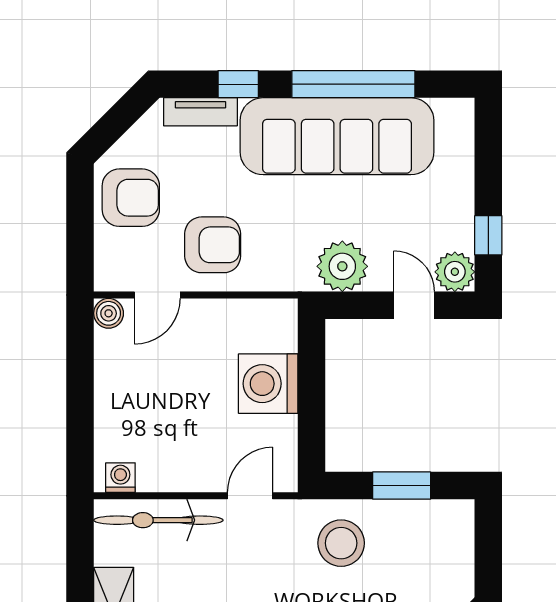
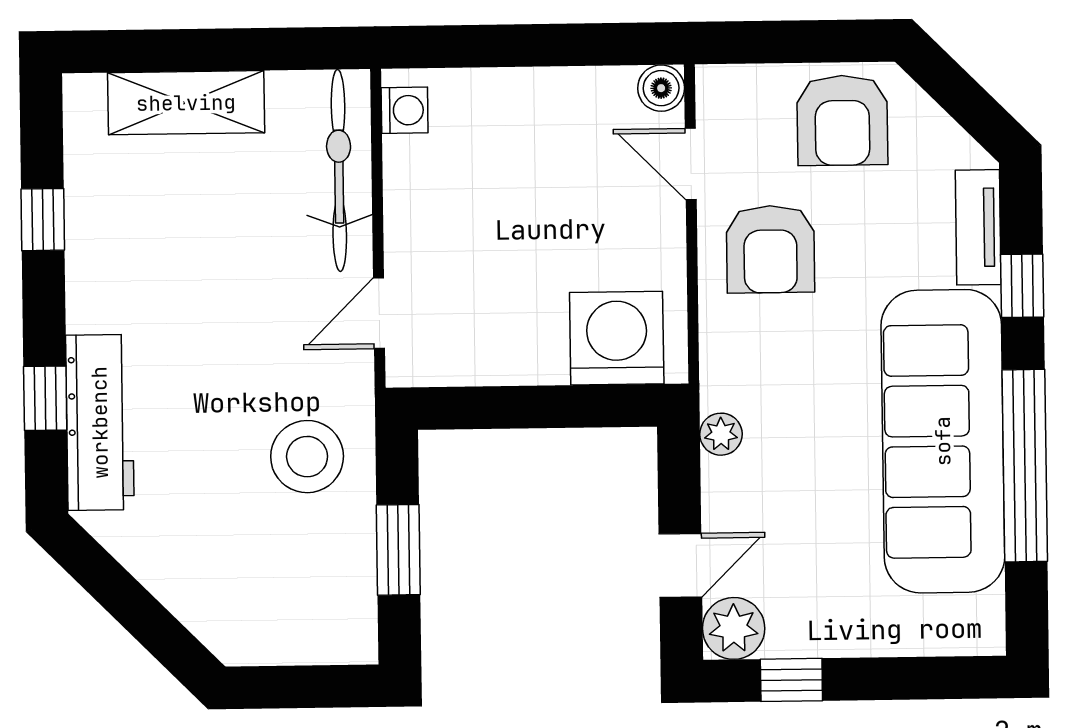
plant: (342, 266) -> (721, 434), width x0.53, depth x0.53
washing machine: (268, 384) -> (617, 338), moved
door: (250, 496) -> (379, 313), swing flipped

